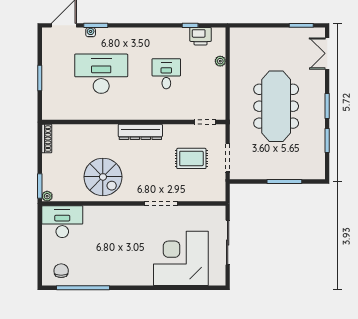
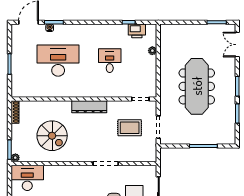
spiral stairs: (103, 177) -> (52, 136), moved

